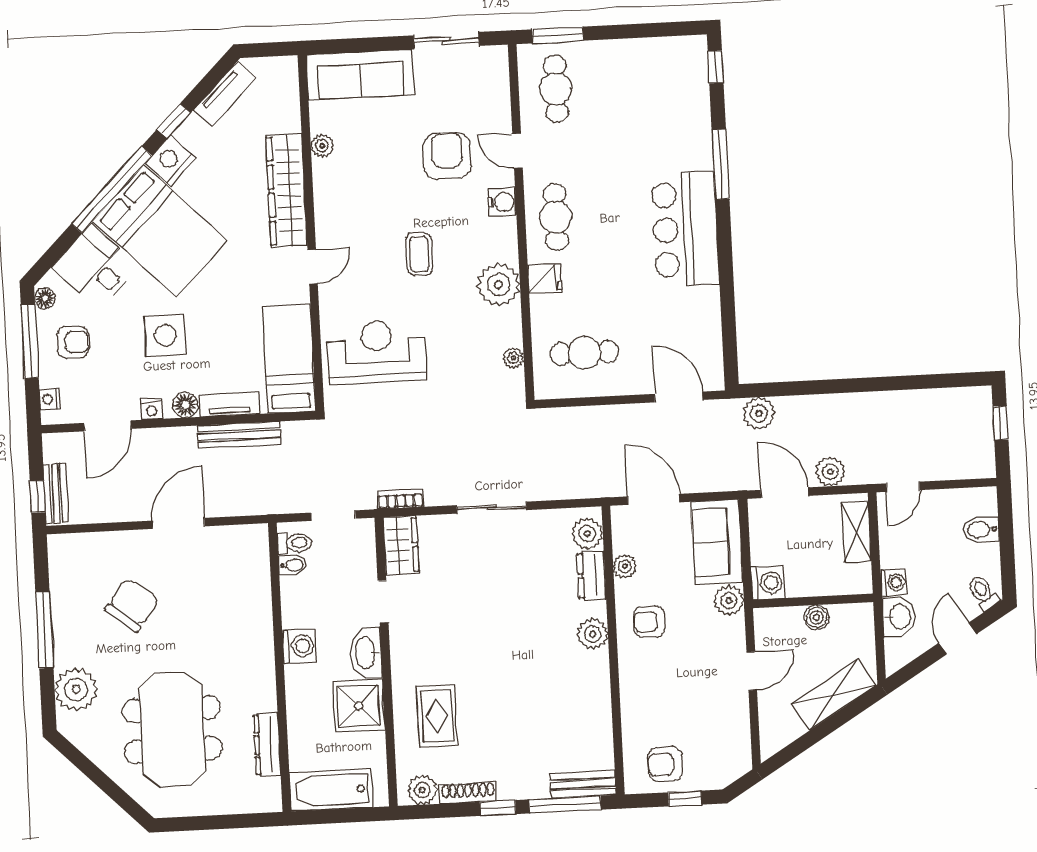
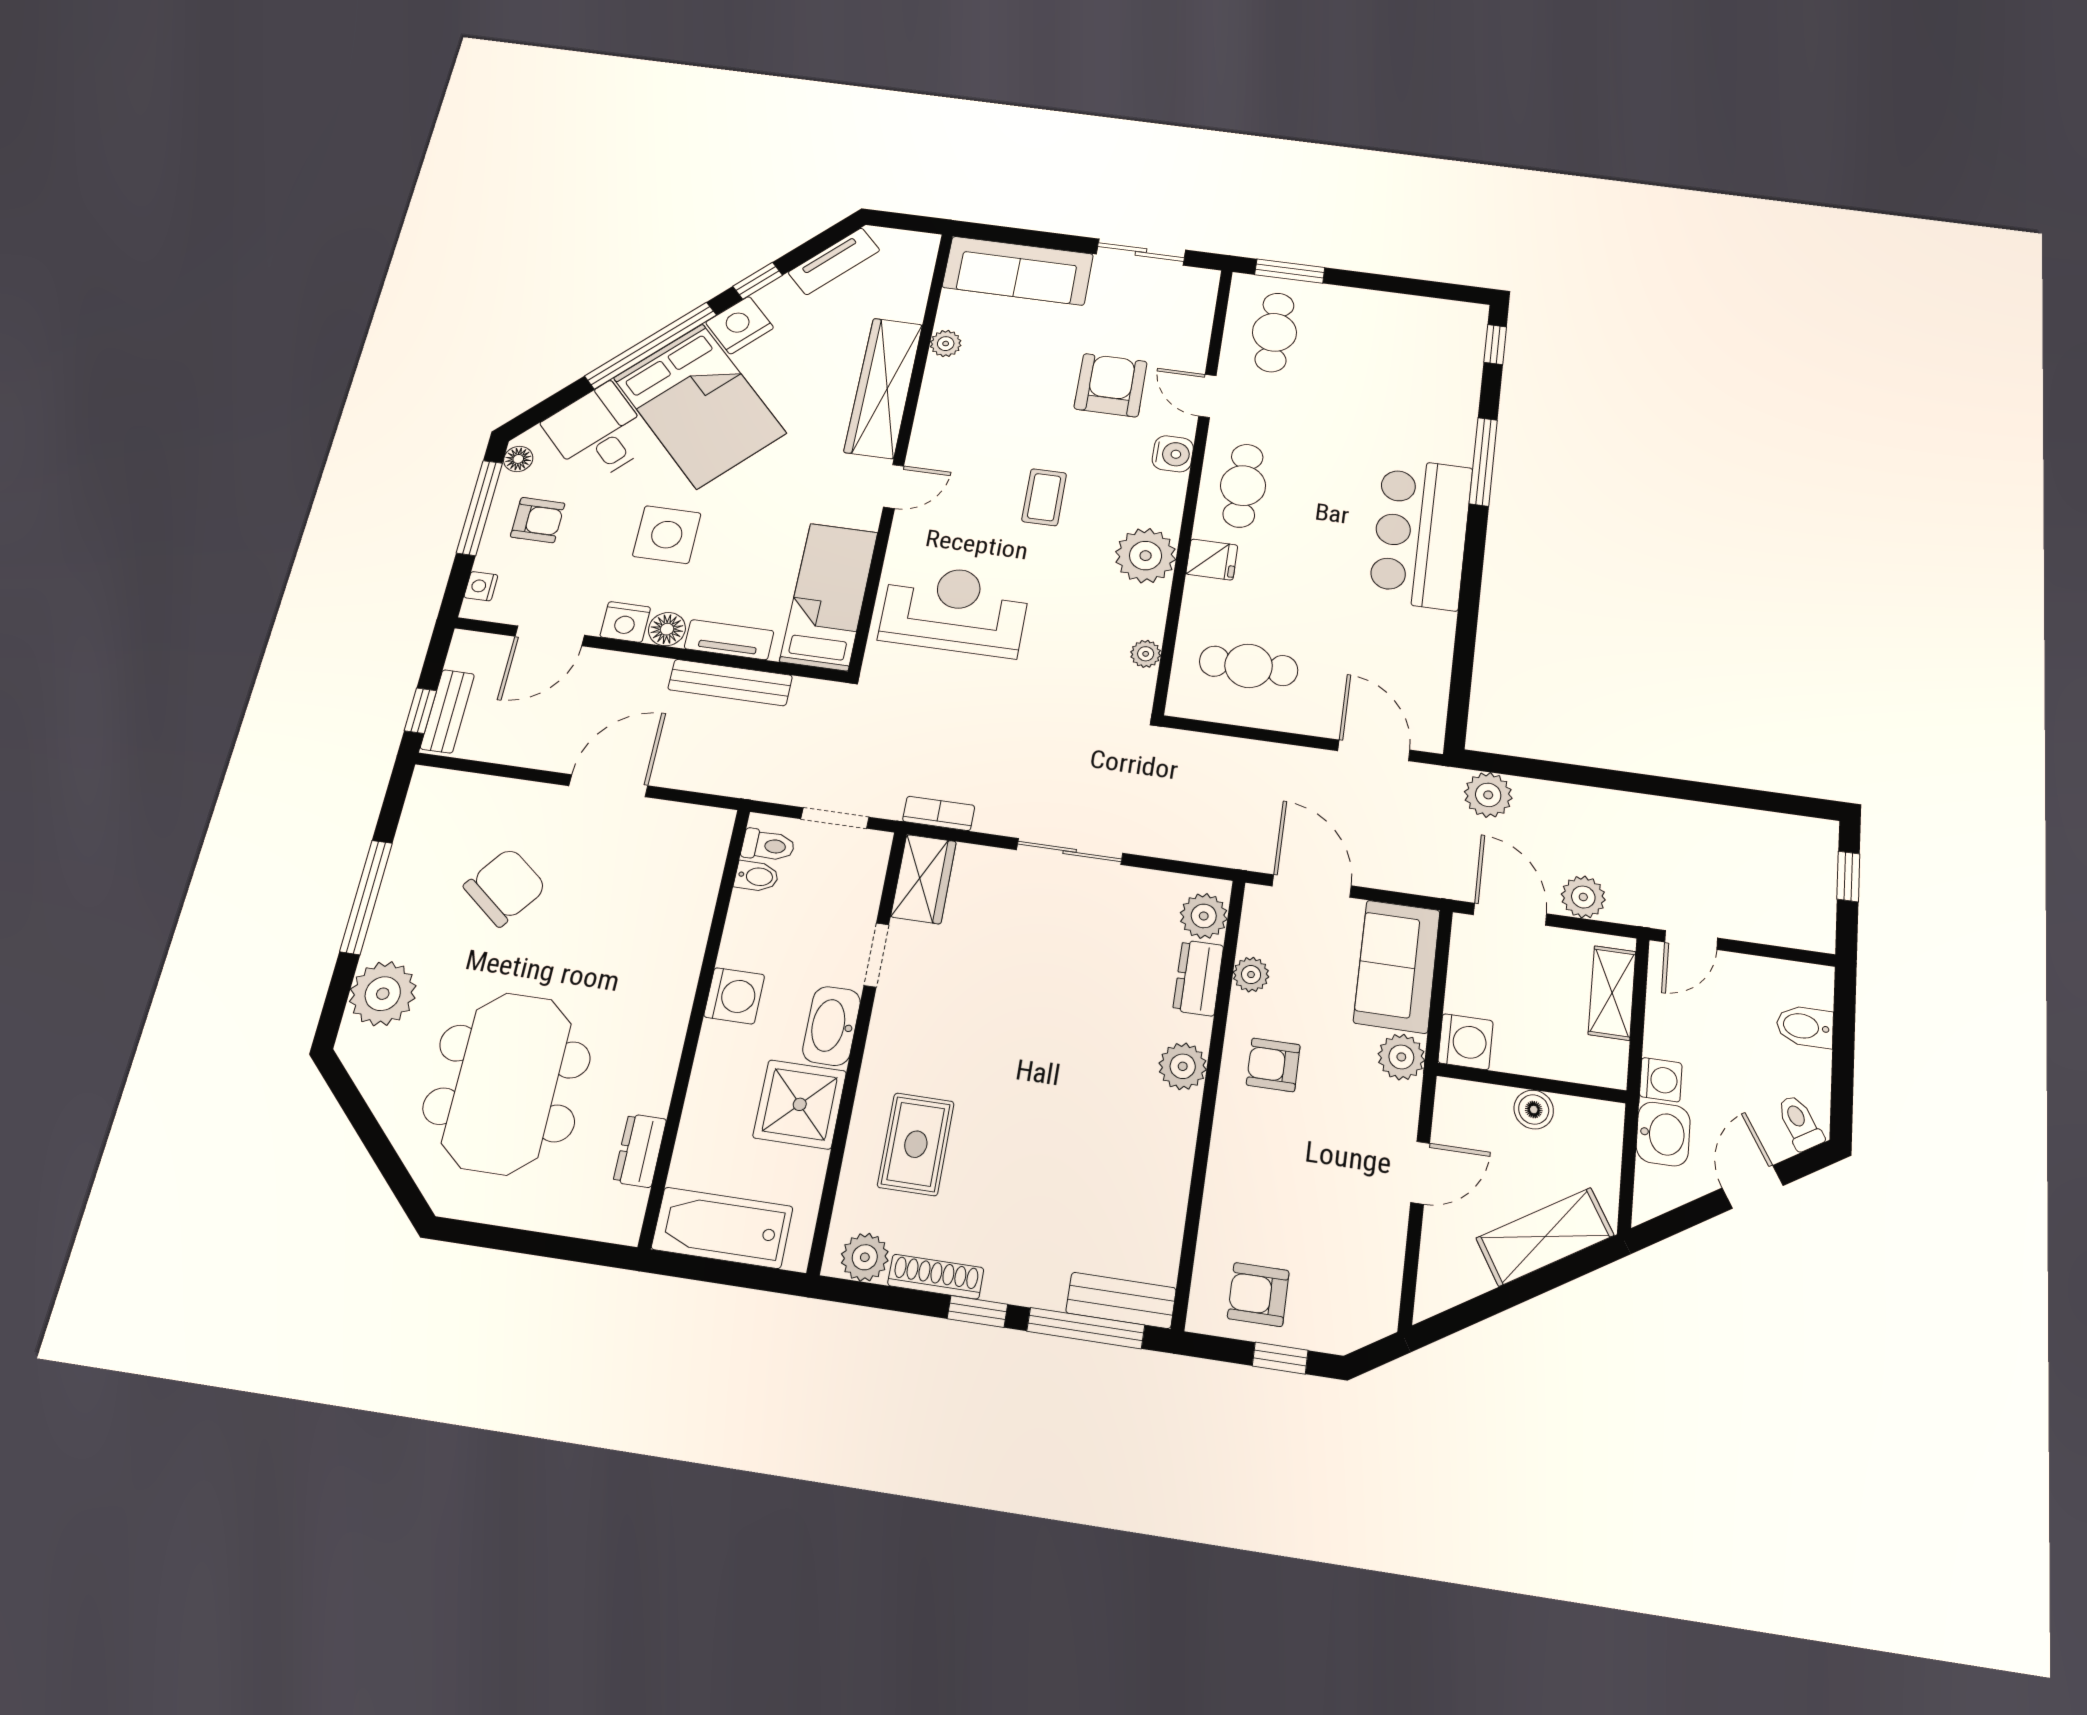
nightstand: (152, 409) -> (625, 622), width x1.39, depth x1.35
dresser: (267, 744) -> (640, 1151), width x0.70

